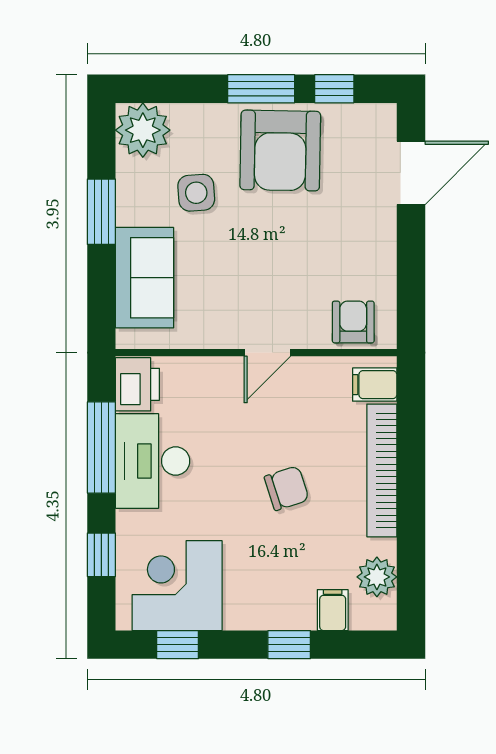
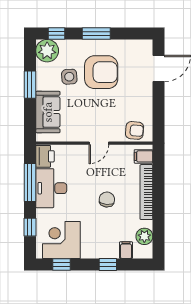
window: (334, 89) -> (56, 33), moved
armchair: (280, 151) -> (101, 72), moved, turned -91
armchair: (353, 322) -> (135, 130), turned 95
chair: (287, 488) -> (107, 199), turned -66

